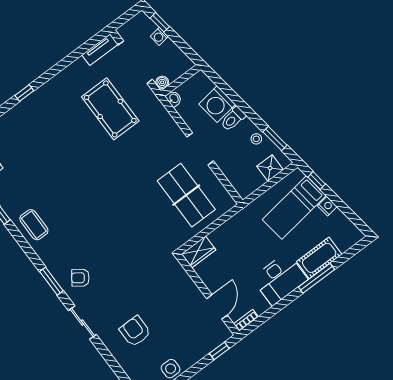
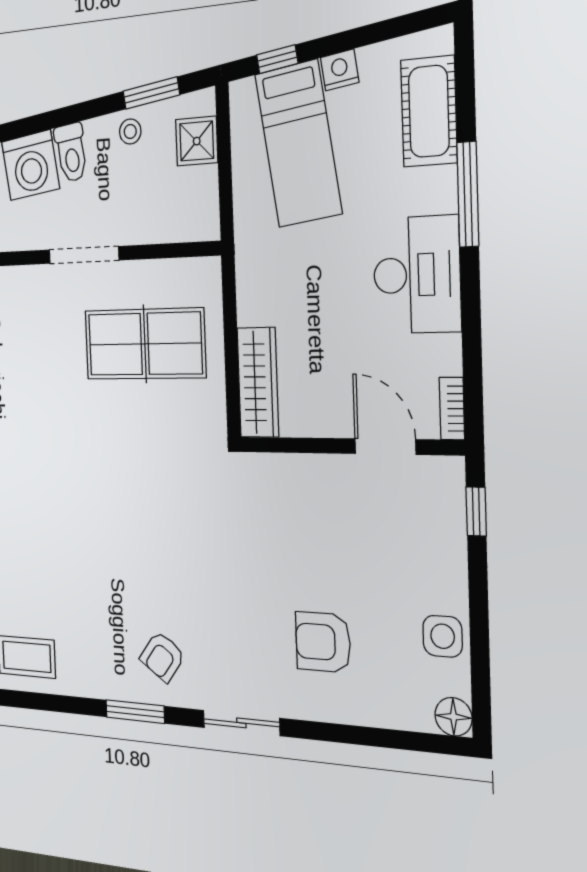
wardrobe: (199, 252) -> (258, 382), width x1.50
cot: (319, 258) -> (429, 111), moved

